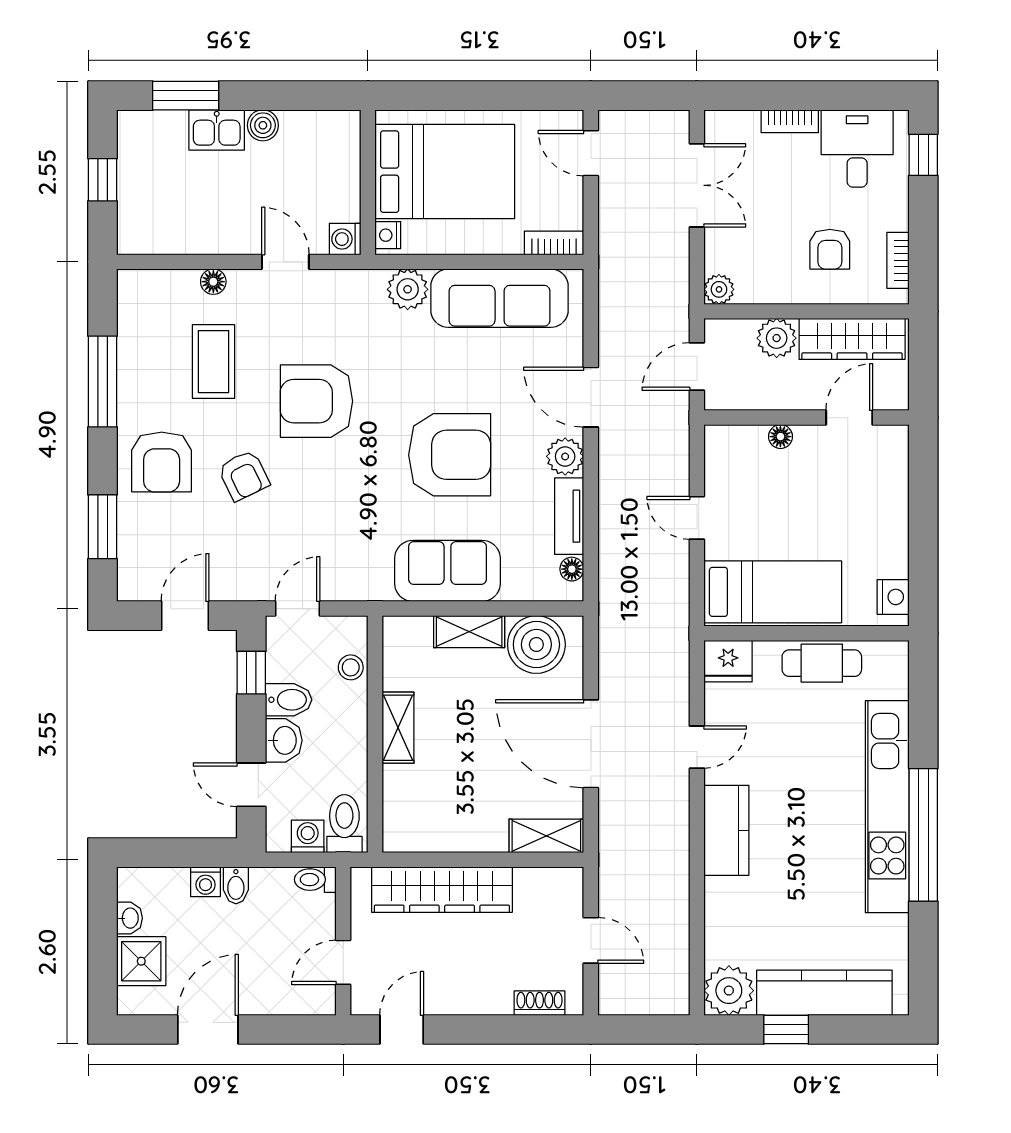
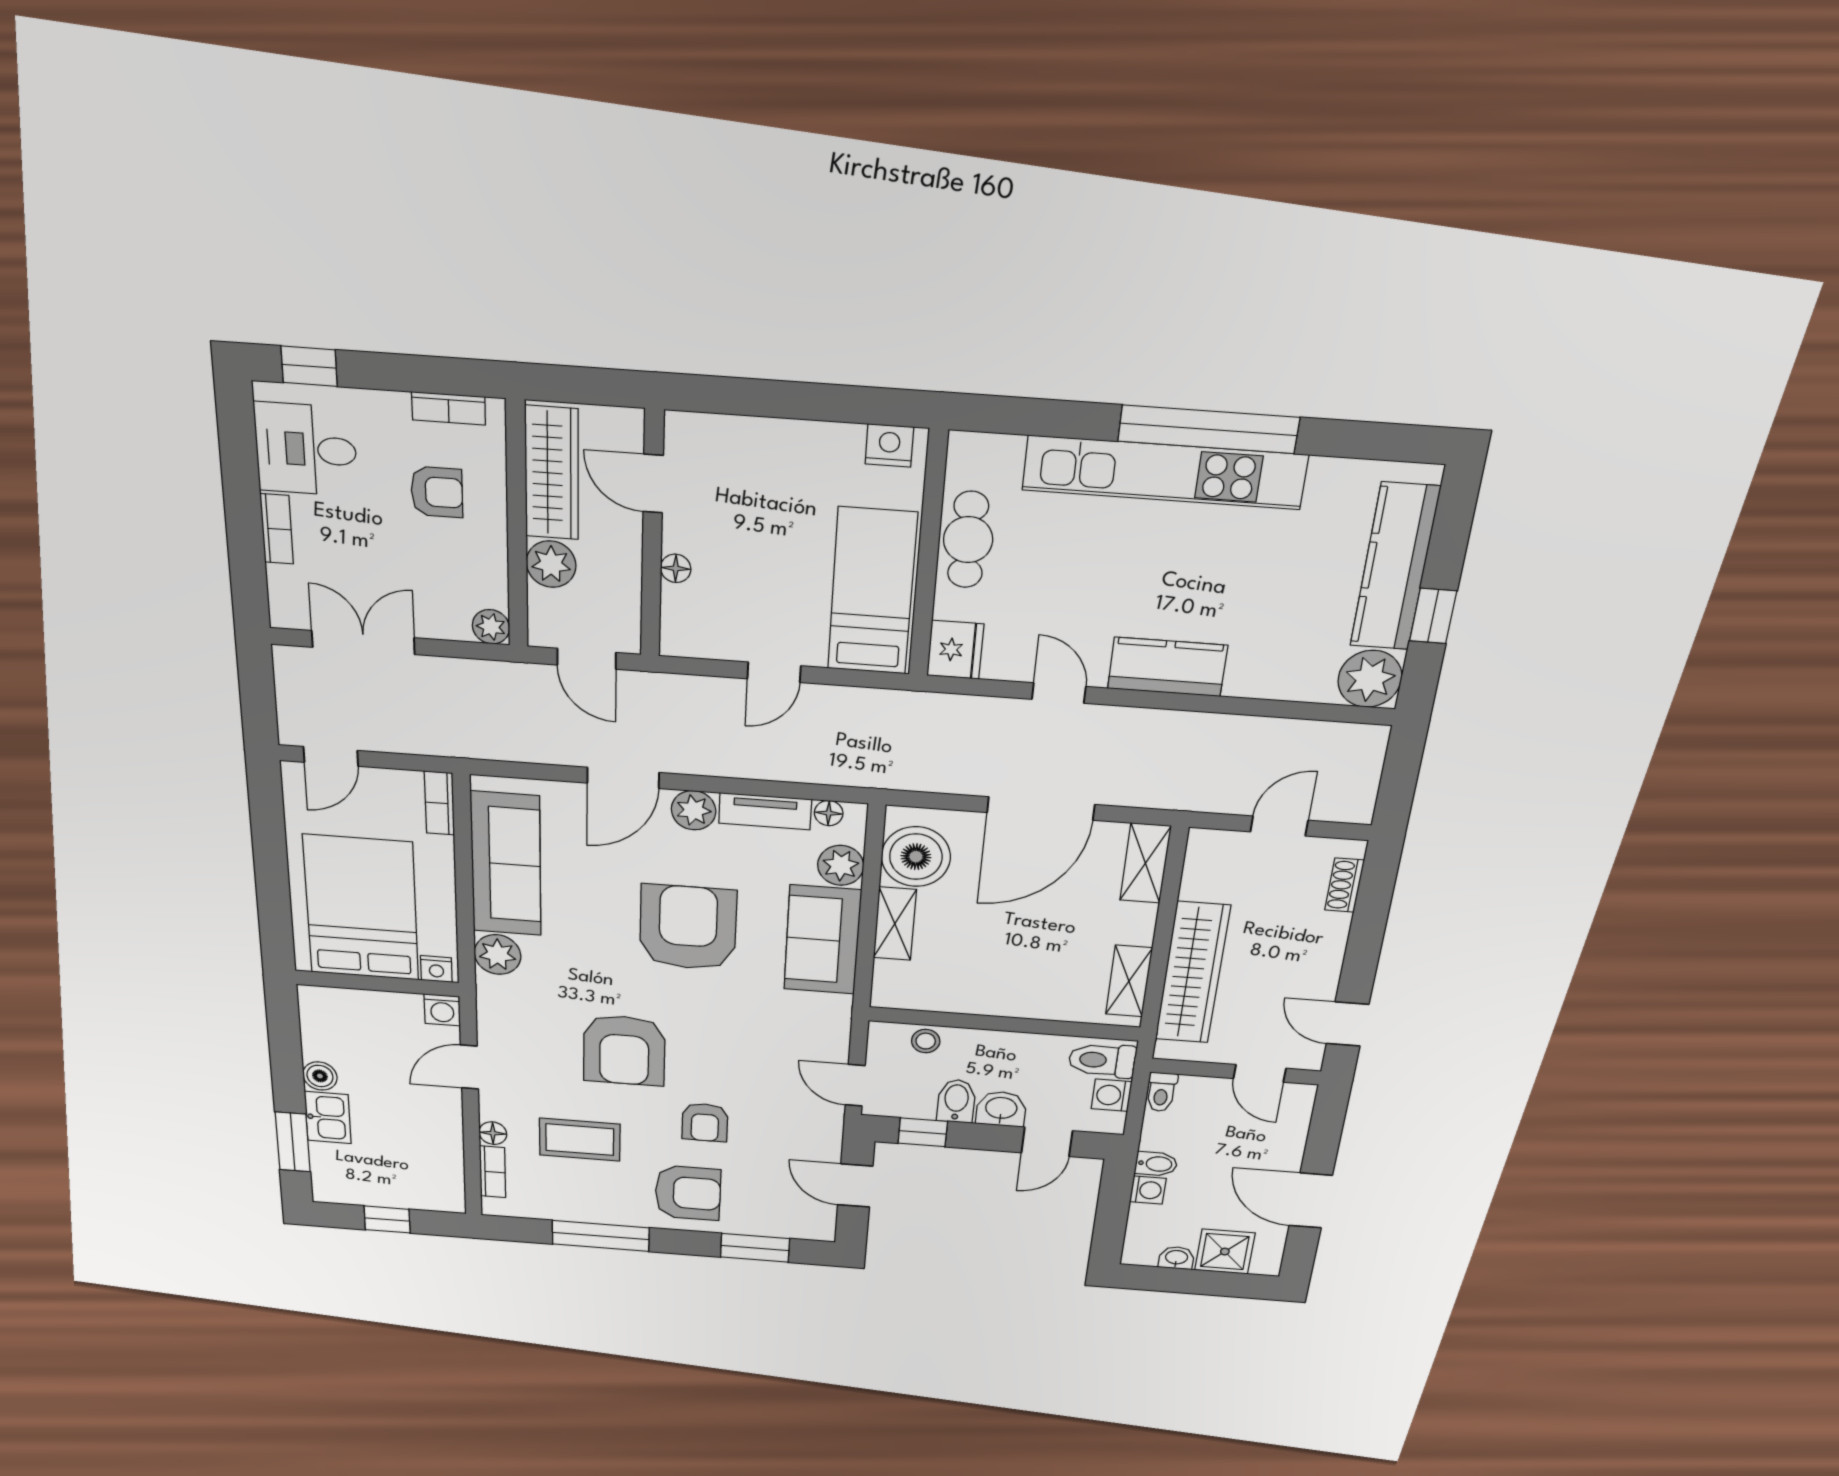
bookcase: (169, 281) -> (493, 1172), added
armchair: (244, 475) -> (705, 1122), turned 116
plant: (523, 582) -> (841, 865), added
shelving: (398, 728) -> (1129, 981), moved, turned 90

